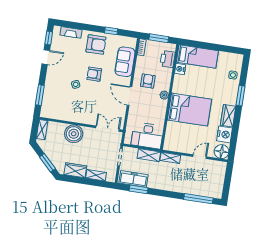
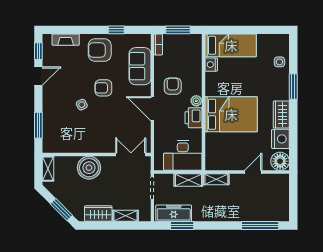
armchair: (96, 44) -> (100, 50), turned 180
printer: (168, 59) -> (193, 118), moved

